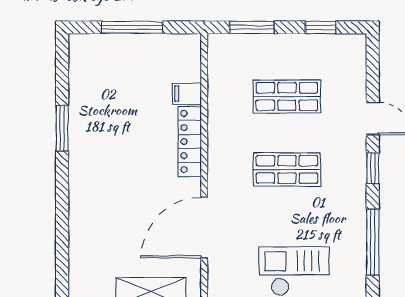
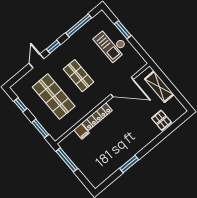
window: (132, 27) -> (67, 160), moved
shop shelf: (287, 97) -> (54, 97), width x1.43, depth x1.36
pallet: (90, 247) -> (161, 120), added

